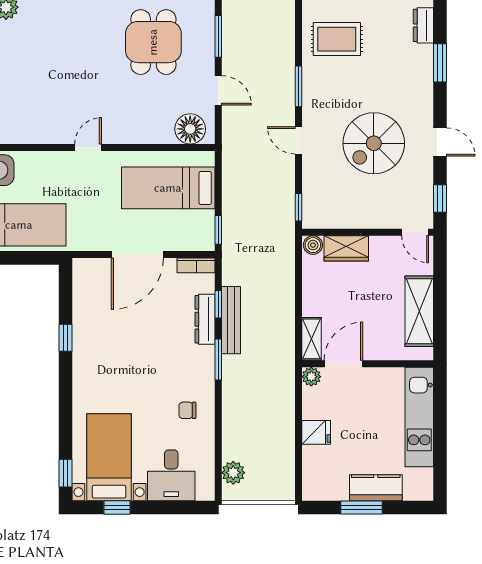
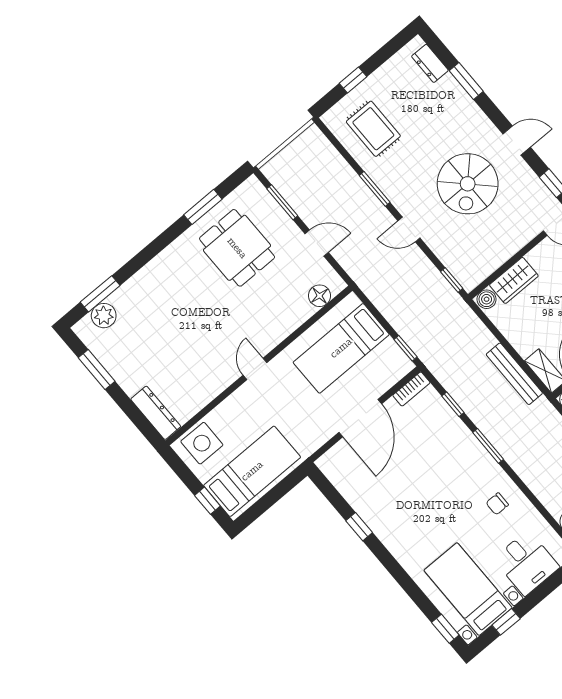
rug: (337, 39) -> (373, 129), turned 90
floor lamp: (190, 129) -> (320, 296), width x0.73, depth x0.73
dresser: (205, 319) -> (452, 424), removed
bench: (231, 320) -> (514, 374), moved

